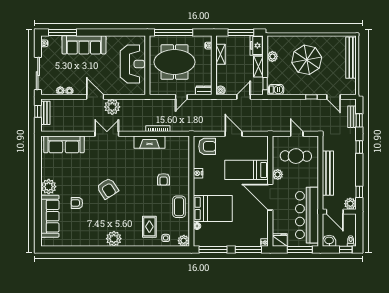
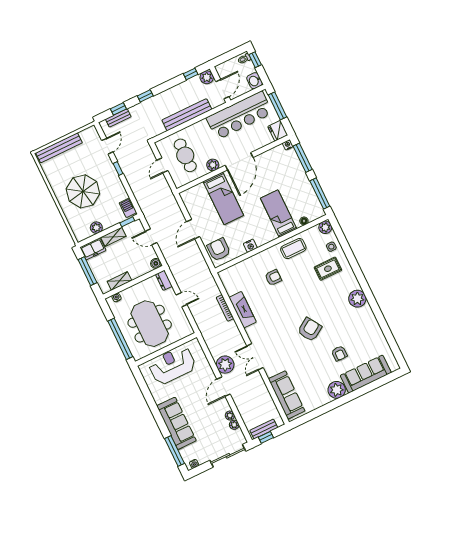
bed: (213, 208) -> (279, 214), width x0.67

